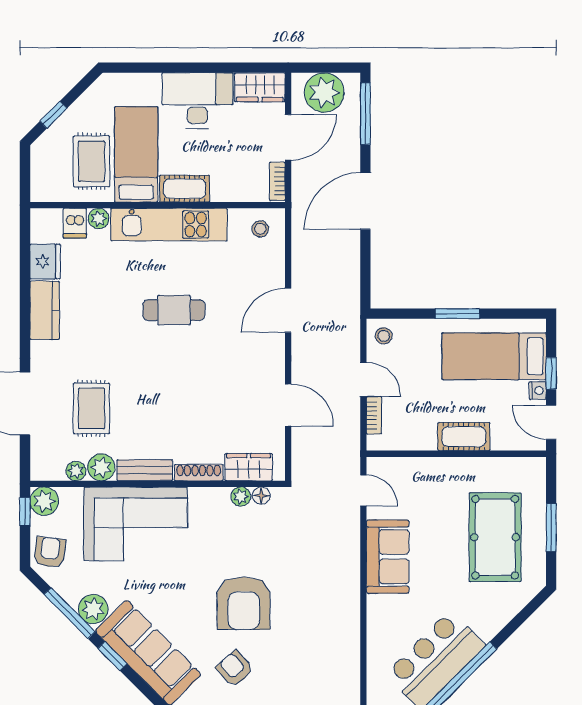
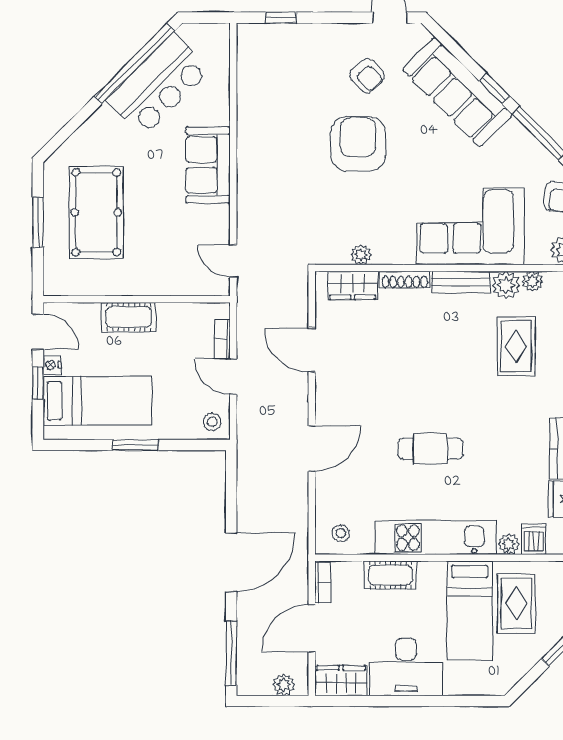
plant: (324, 93) -> (284, 685), width x0.53, depth x0.53
cot: (185, 189) -> (390, 575), moved
floor lamp: (261, 496) -> (340, 256), removed
sofa: (388, 557) -> (208, 165), moved
plant: (93, 609) -> (514, 138), removed

